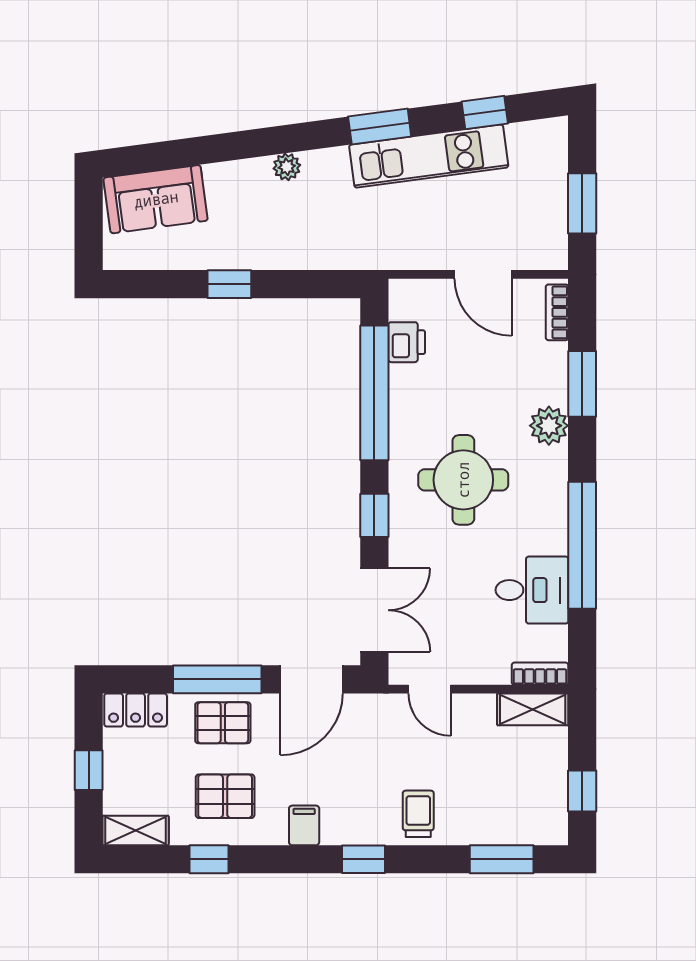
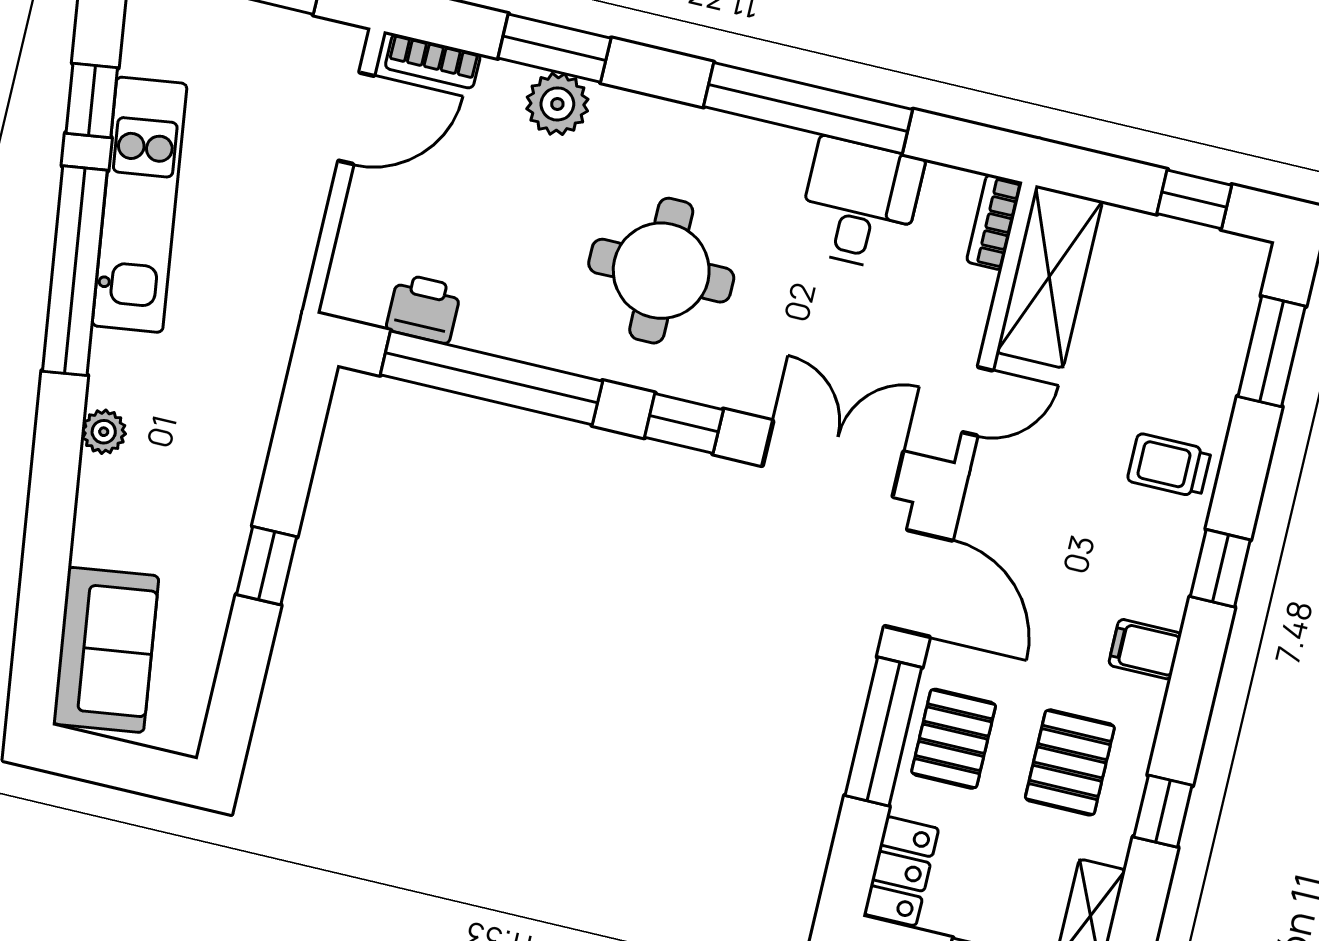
window: (380, 127) -> (75, 271), width x2.11
door: (483, 274) -> (356, 118), moved
plant: (549, 426) -> (557, 104), moved
shelving: (533, 709) -> (1049, 277), width x1.50, depth x1.33

